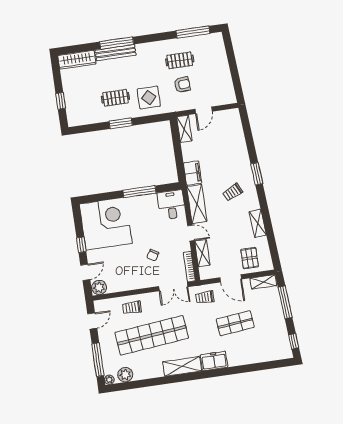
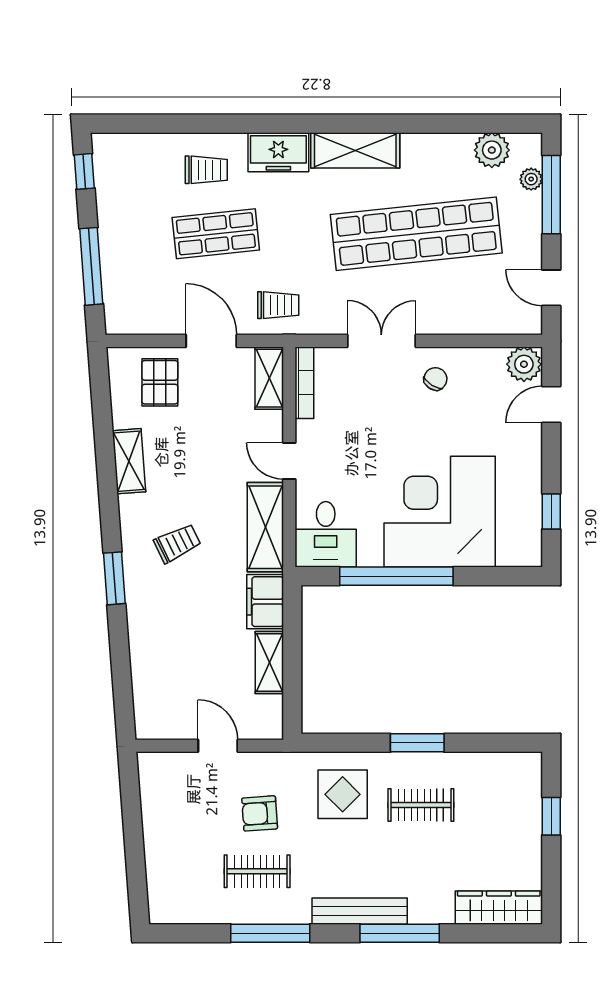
window: (193, 32) -> (270, 933), moved
bench: (116, 53) -> (360, 911), moved
door: (204, 110) -> (218, 746), hinge flipped
shelving: (184, 129) -> (269, 662), moved
window: (139, 192) -> (396, 576), width x1.46
corner desk: (106, 224) -> (440, 512), moved, turned 90
window: (81, 245) -> (551, 512), moved
shelving: (202, 253) -> (269, 378), moved
chair: (153, 255) -> (436, 379), moved
shelving: (263, 282) -> (136, 322), removed
double door: (173, 287) -> (381, 341), moved
trolley: (132, 308) -> (206, 170), moved
door: (92, 321) -> (551, 288), hinge flipped
plant: (109, 380) -> (531, 179), moved

